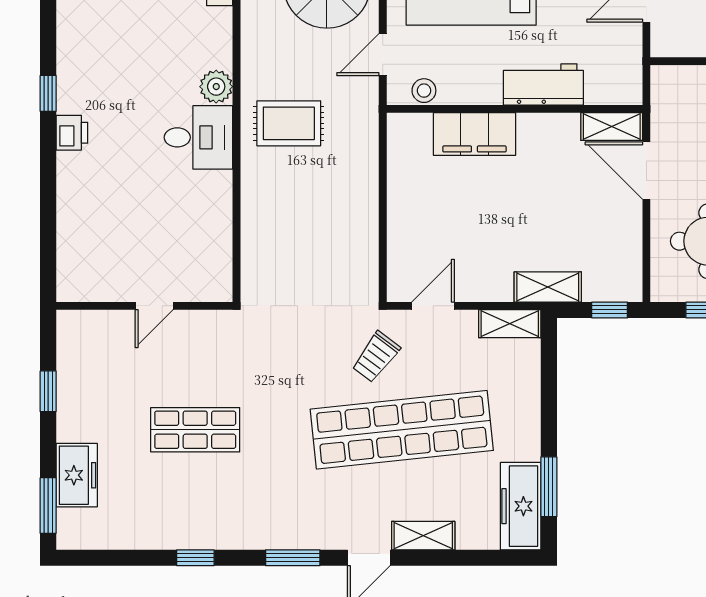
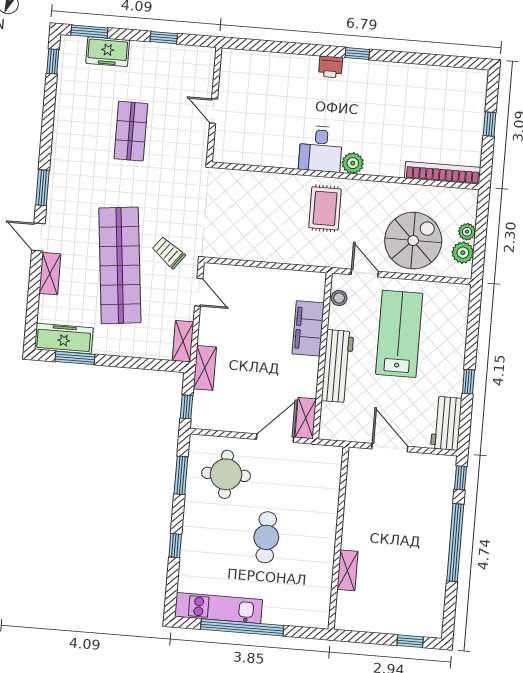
workbench: (543, 84) -> (337, 366), width x1.38
window: (195, 558) -> (53, 61), moved

